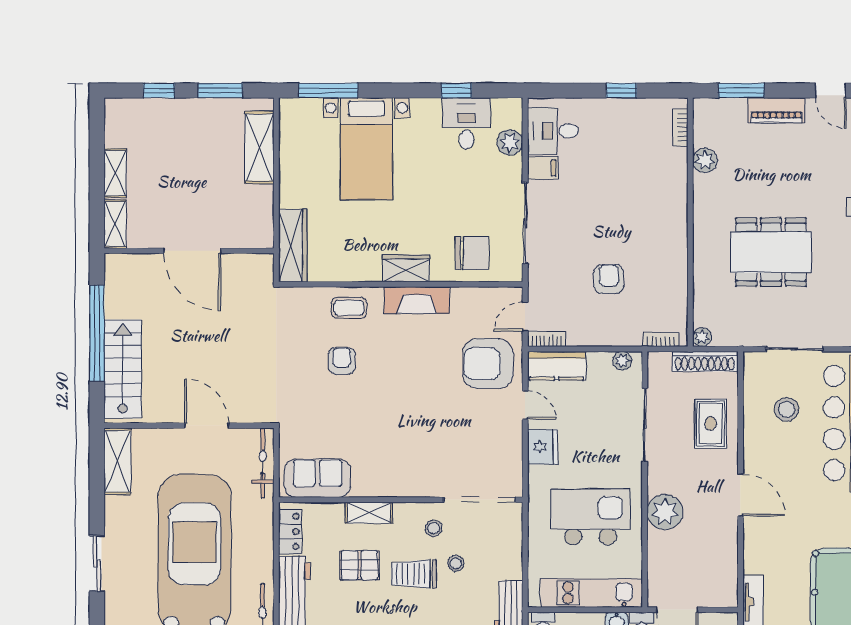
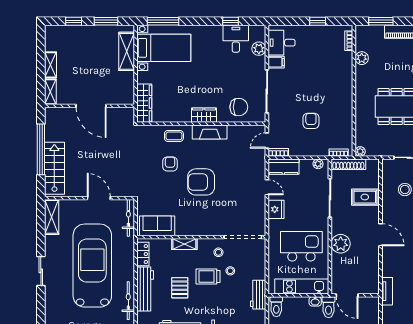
bed with nightstands: (366, 149) -> (164, 48), moved, turned -90
shoe rack: (705, 361) -> (348, 164), moved
armchair: (488, 364) -> (201, 182), moved
rug: (711, 424) -> (365, 197), turned 90
pallet: (359, 565) -> (180, 288), moved, turned 90

